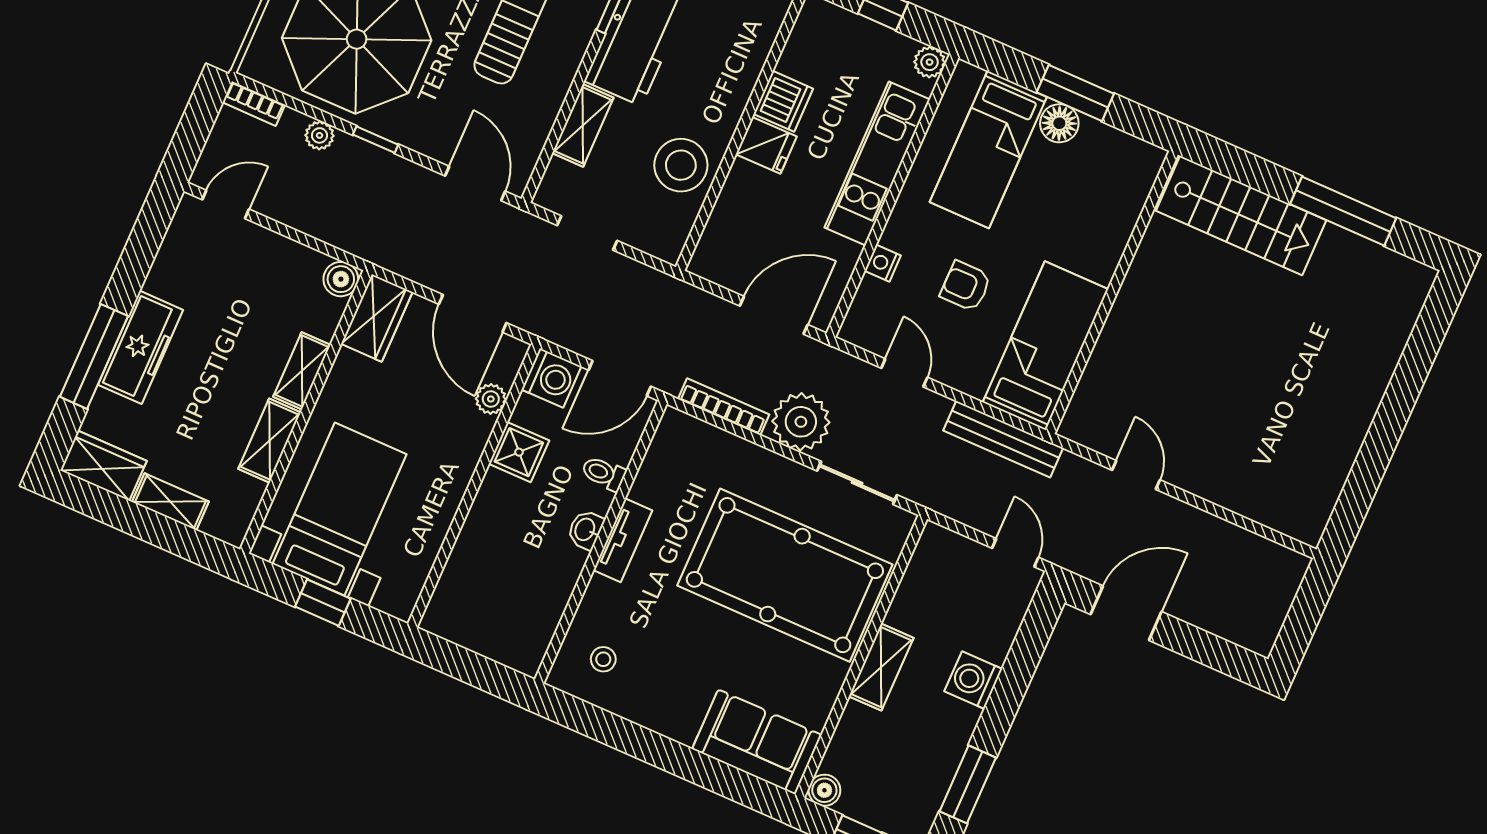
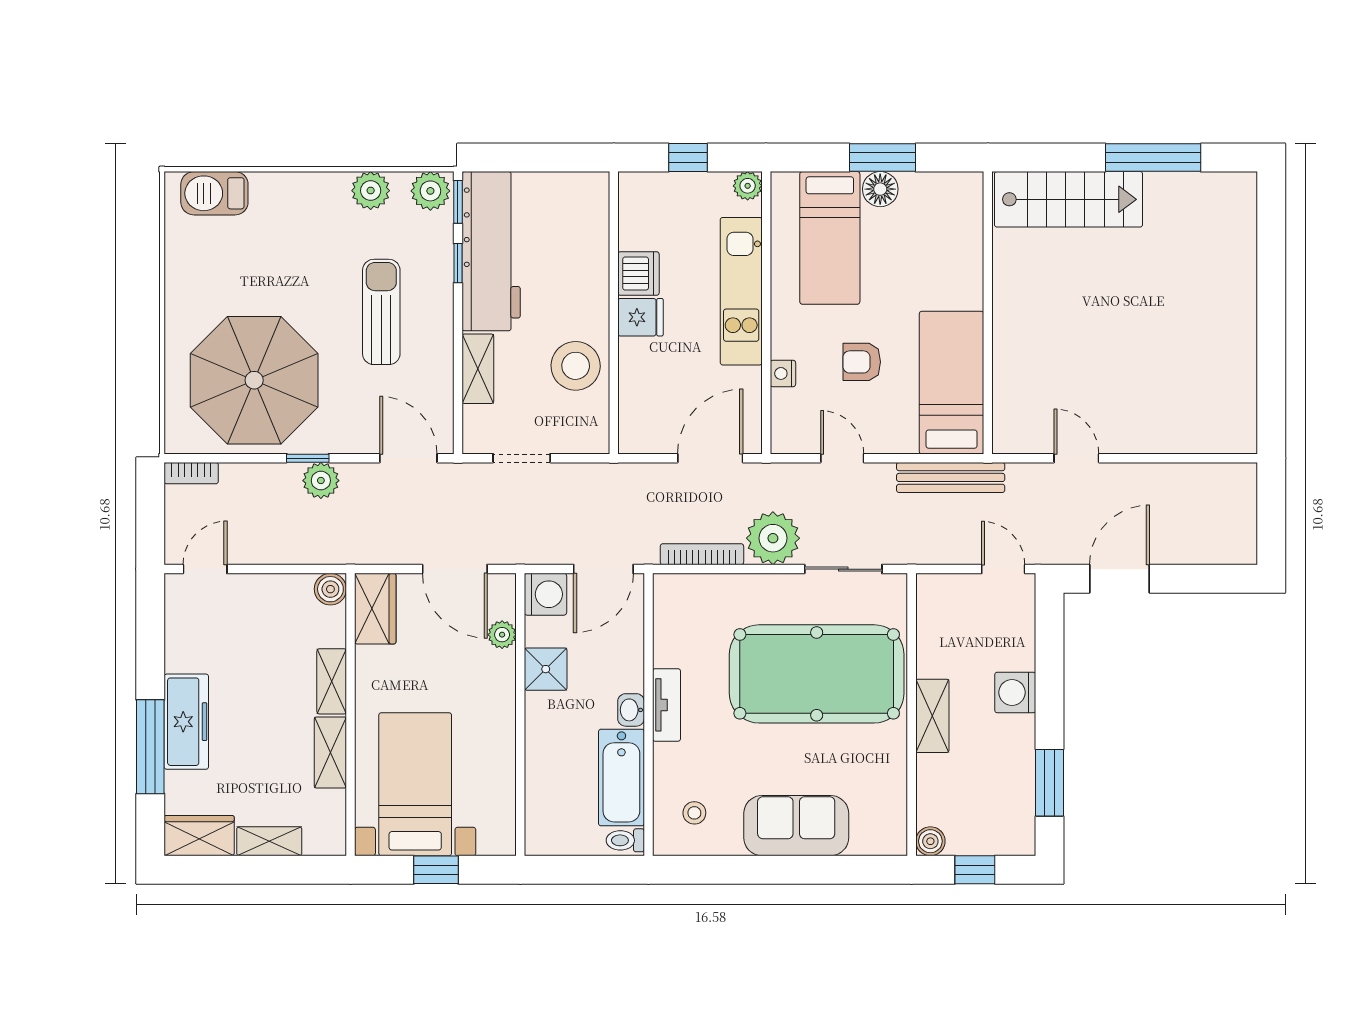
plant: (319, 135) -> (321, 481), moved, width x1.38, depth x1.38
toilet: (604, 473) -> (625, 840), moved
bathtub: (547, 592) -> (621, 777), added
sofa: (757, 742) -> (796, 826), moved

